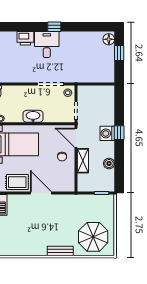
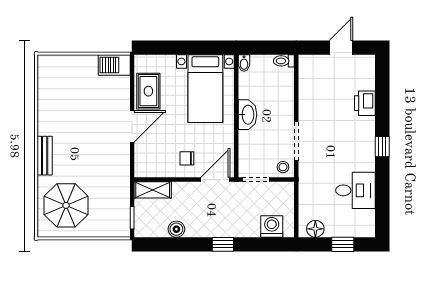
floor lamp: (109, 39) -> (315, 229), moved
desk: (47, 45) -> (355, 190), moved
washing machine: (107, 133) -> (272, 226), moved
shelving: (83, 161) -> (153, 190), moved

